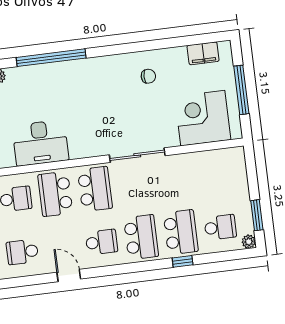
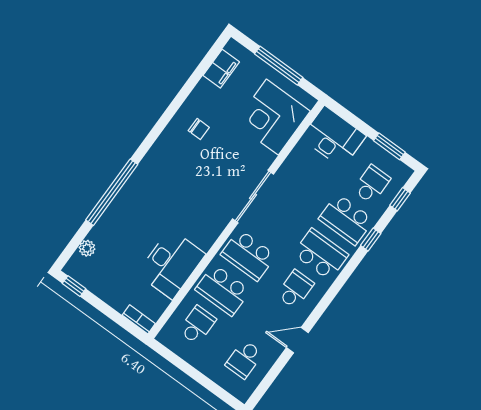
chair: (148, 76) -> (199, 129), turned 90
desk: (228, 172) -> (334, 137), added
school desk: (95, 189) -> (248, 255), turned 180
school desk: (181, 232) -> (346, 219), turned 180
plant: (249, 242) -> (404, 172), removed
window: (228, 256) -> (400, 199), added

